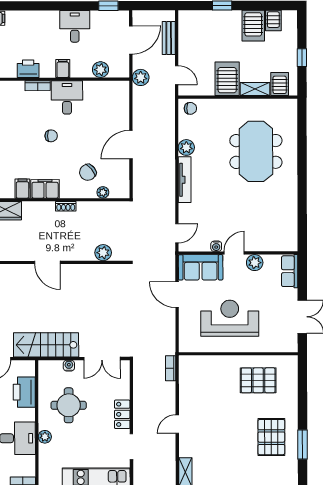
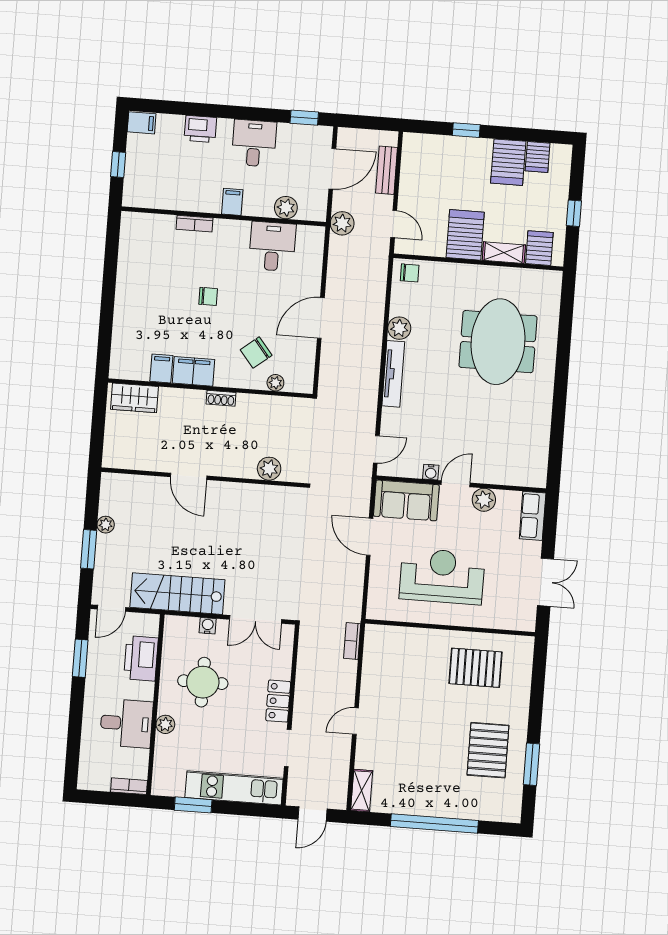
printer: (28, 69) -> (200, 129), moved, turned 180
desk: (67, 97) -> (272, 246), moved

